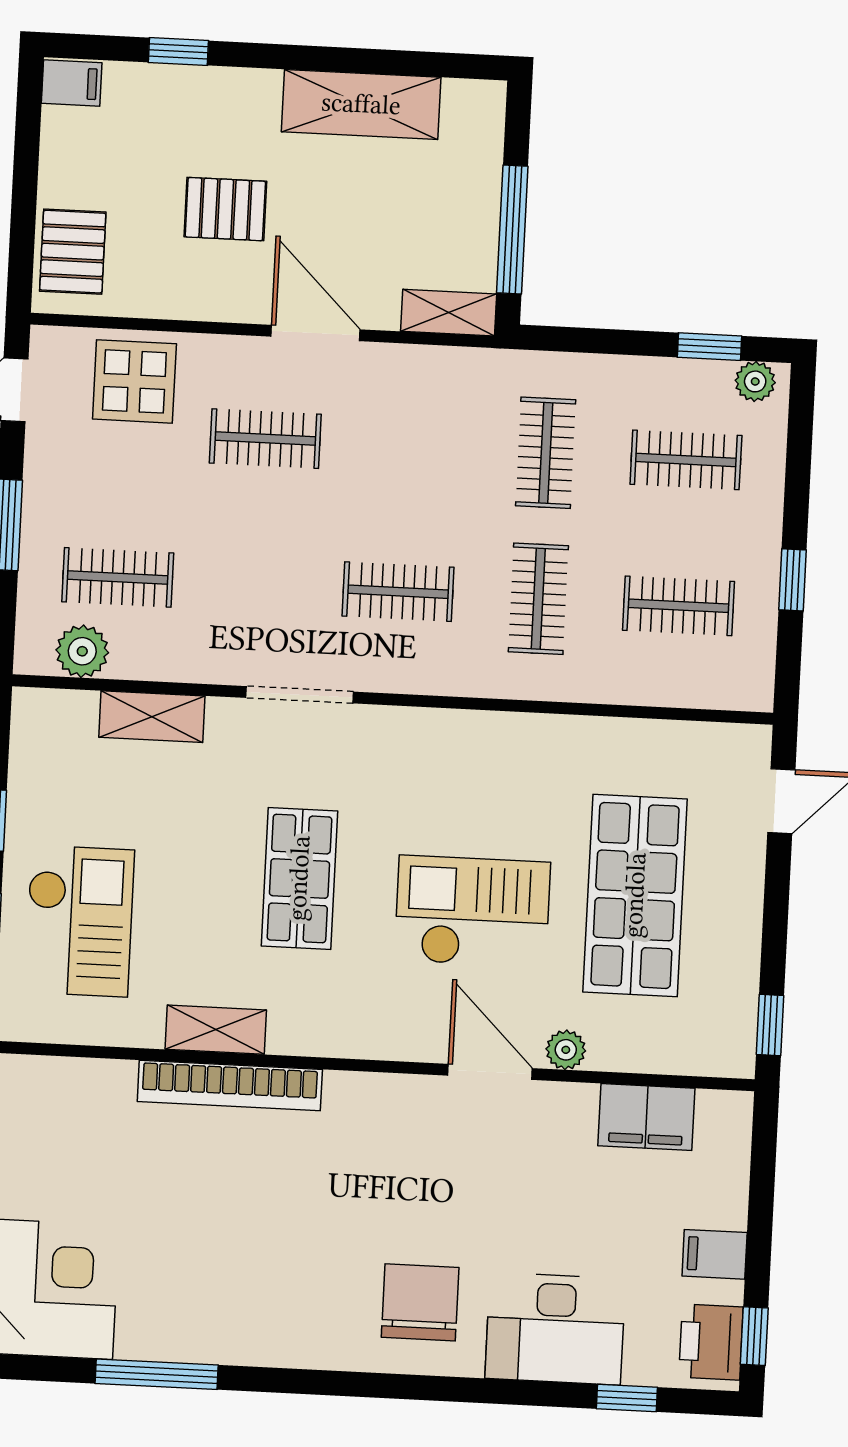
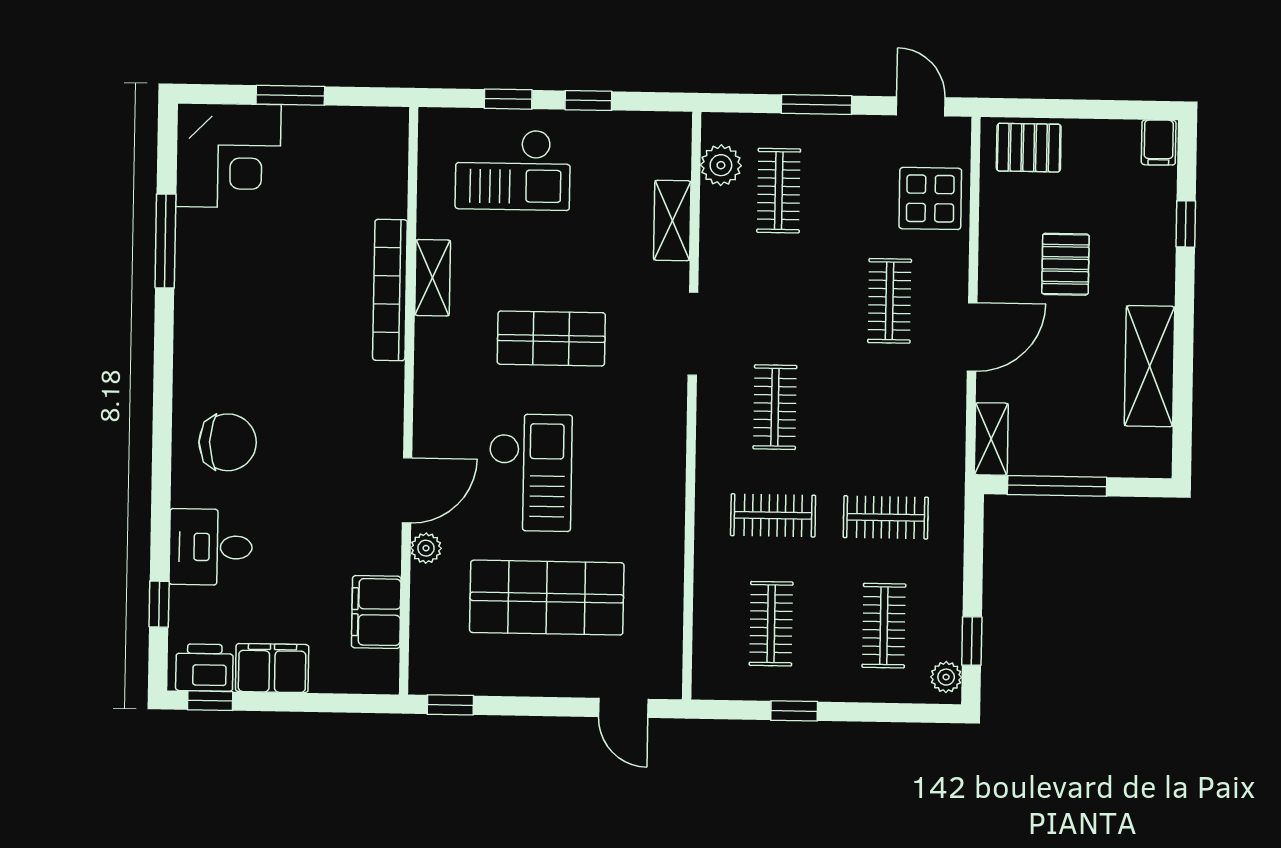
filing cabinet: (715, 1254) -> (272, 668), width x2.00
desk: (555, 1329) -> (211, 547), width x0.73

